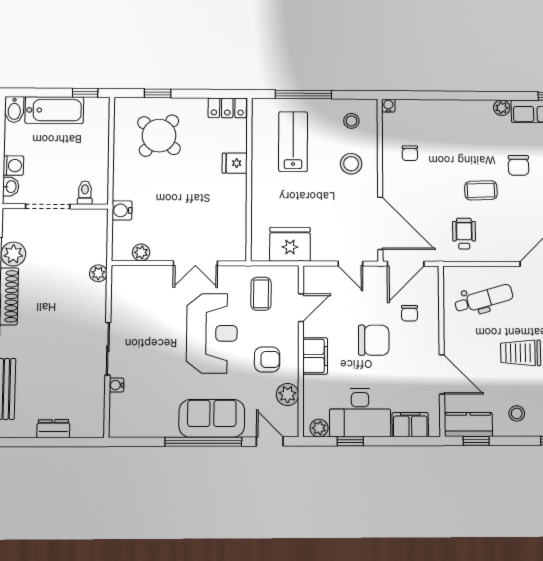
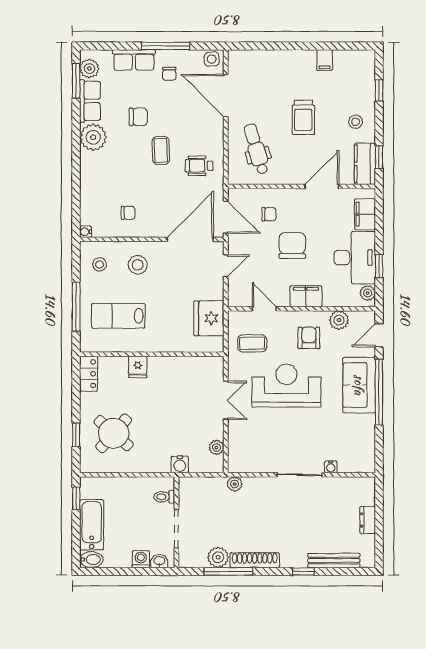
plant: (502, 108) -> (93, 137), width x1.87, depth x1.87

